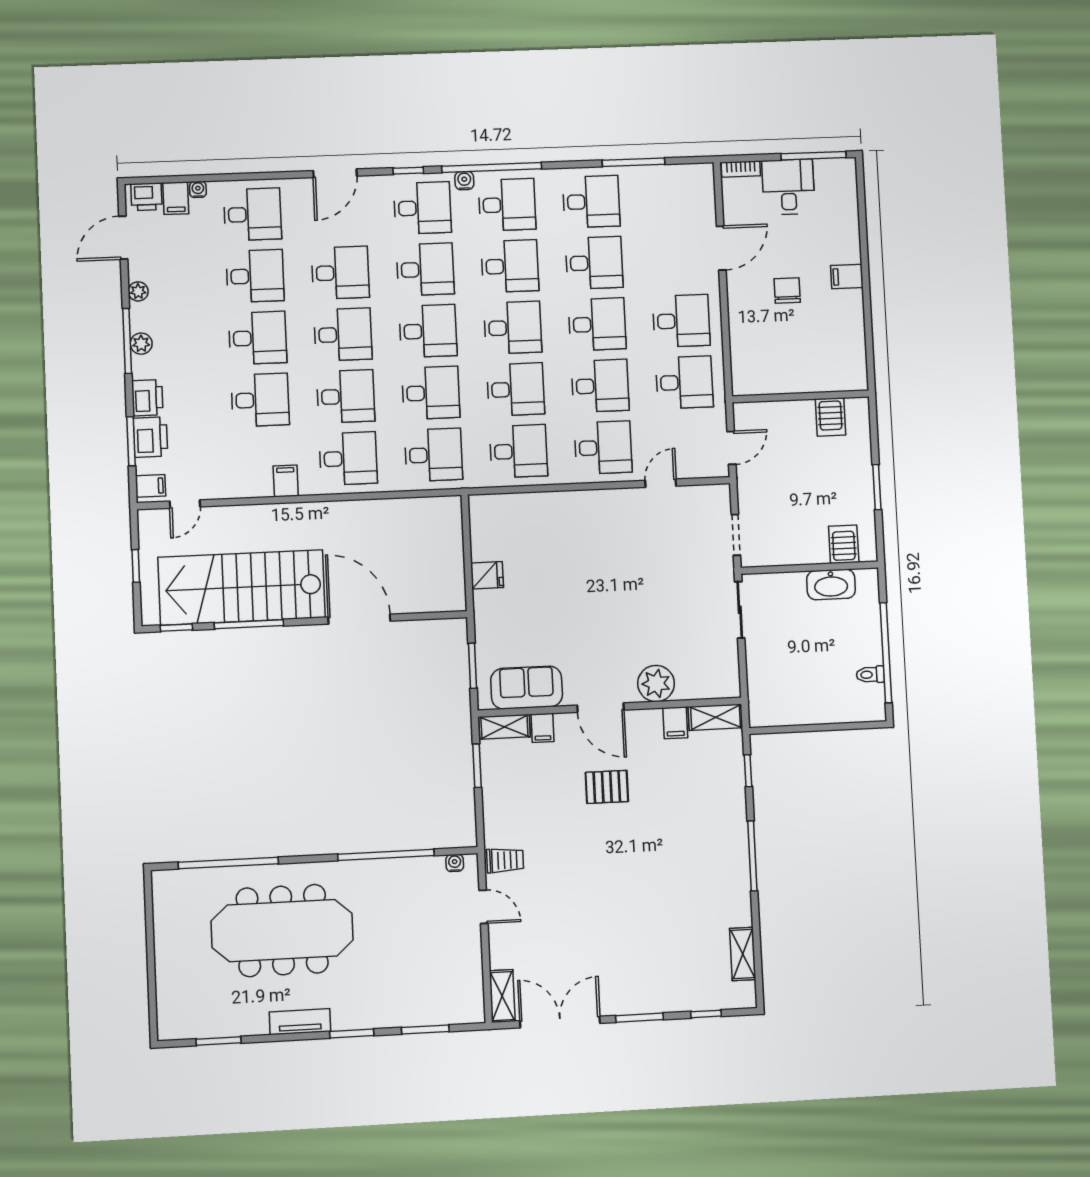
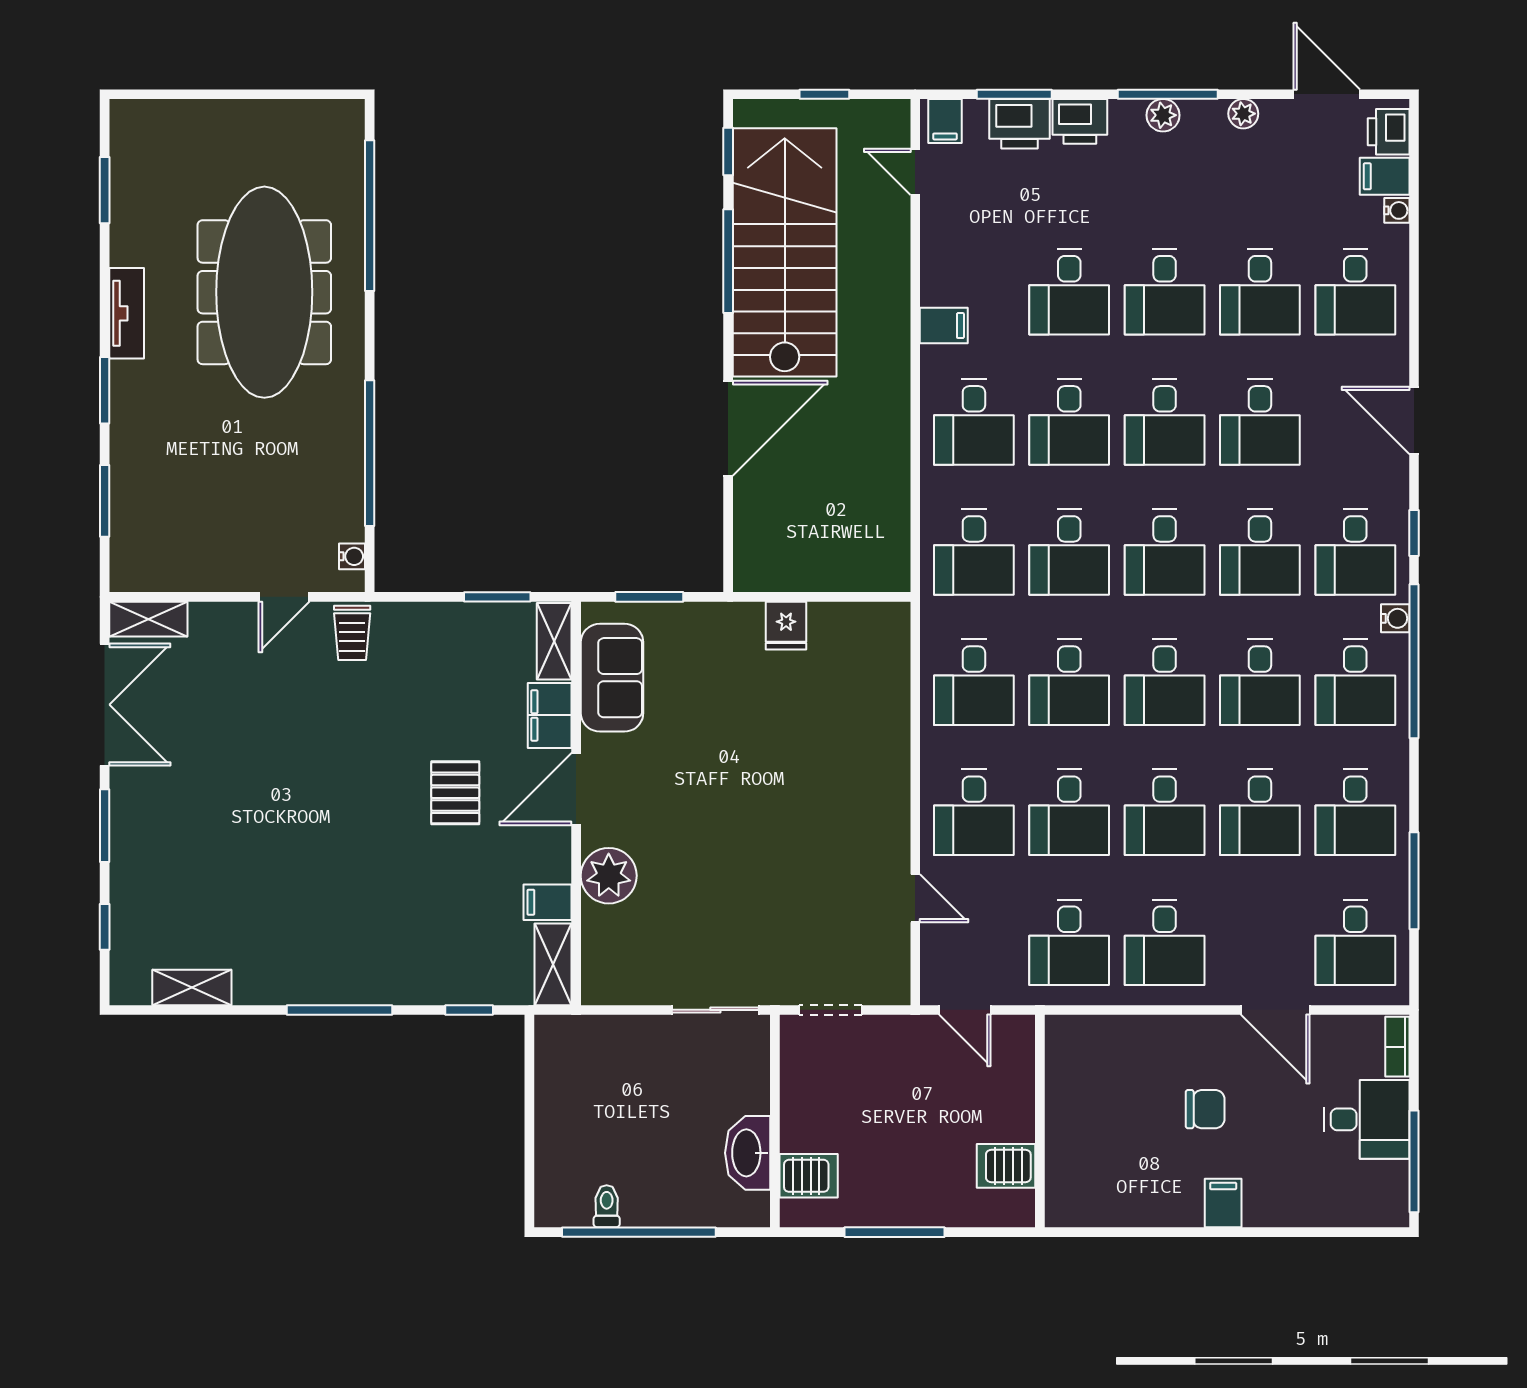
desk: (675, 198) -> (1355, 942), added
window: (877, 487) -> (894, 1232), width x1.44
filing cabinet: (543, 728) -> (550, 715), width x2.00

